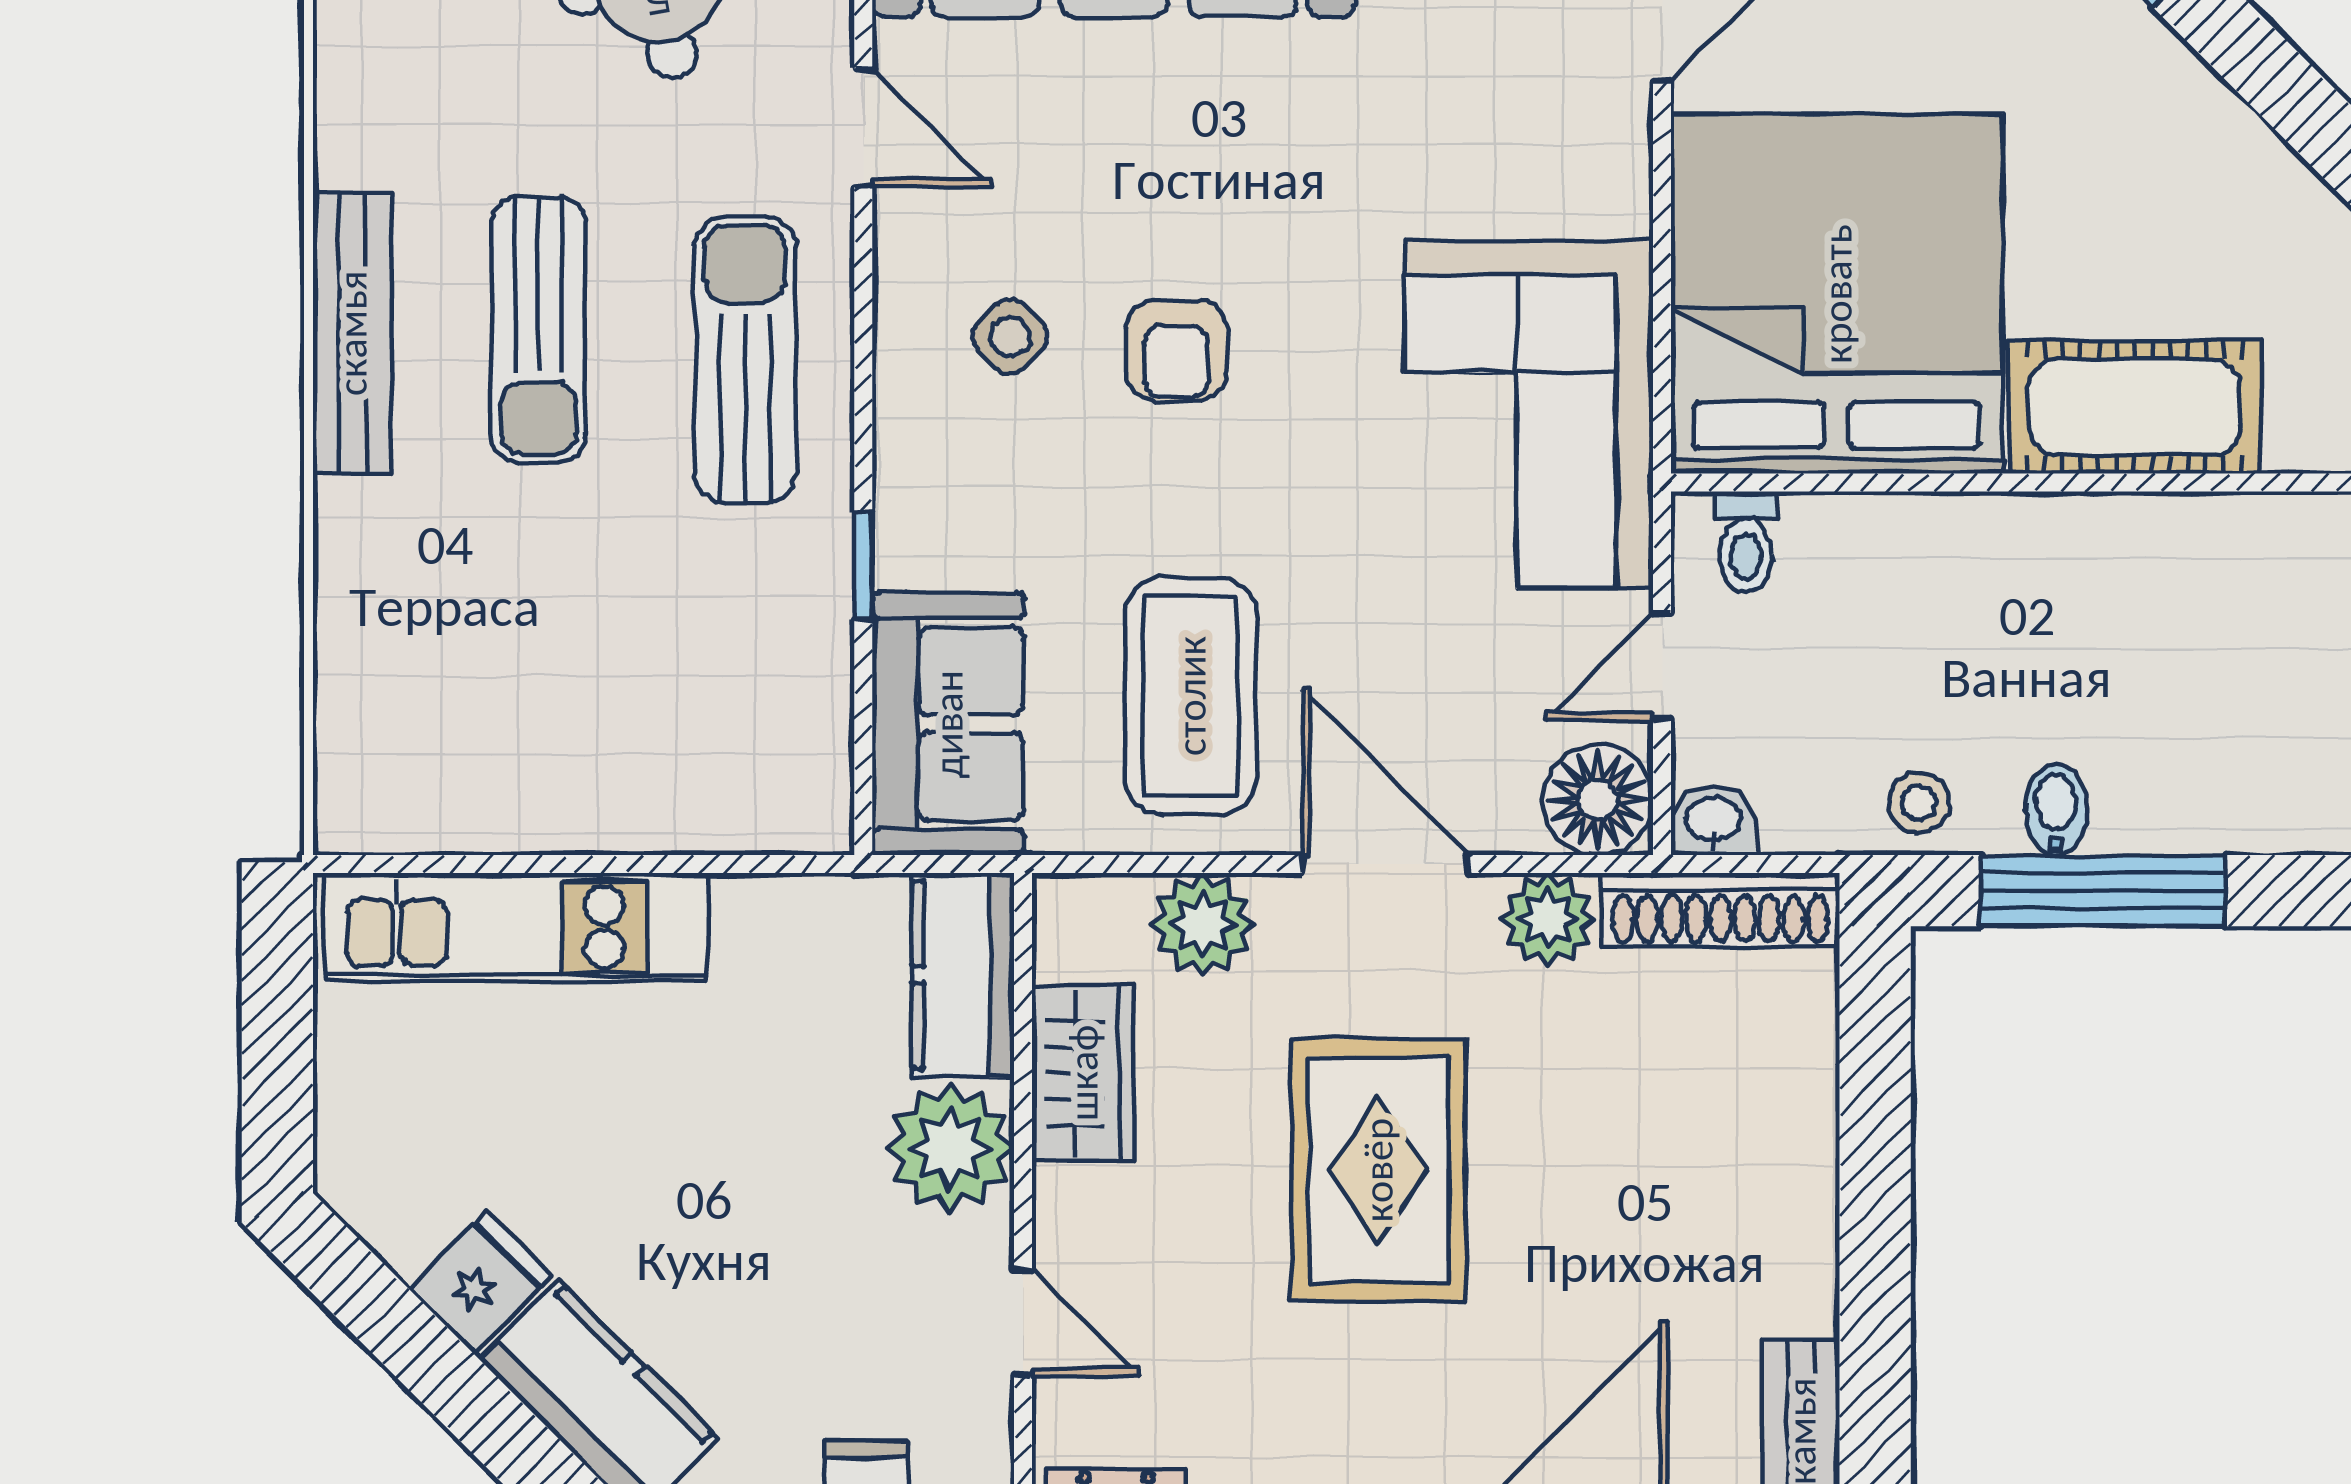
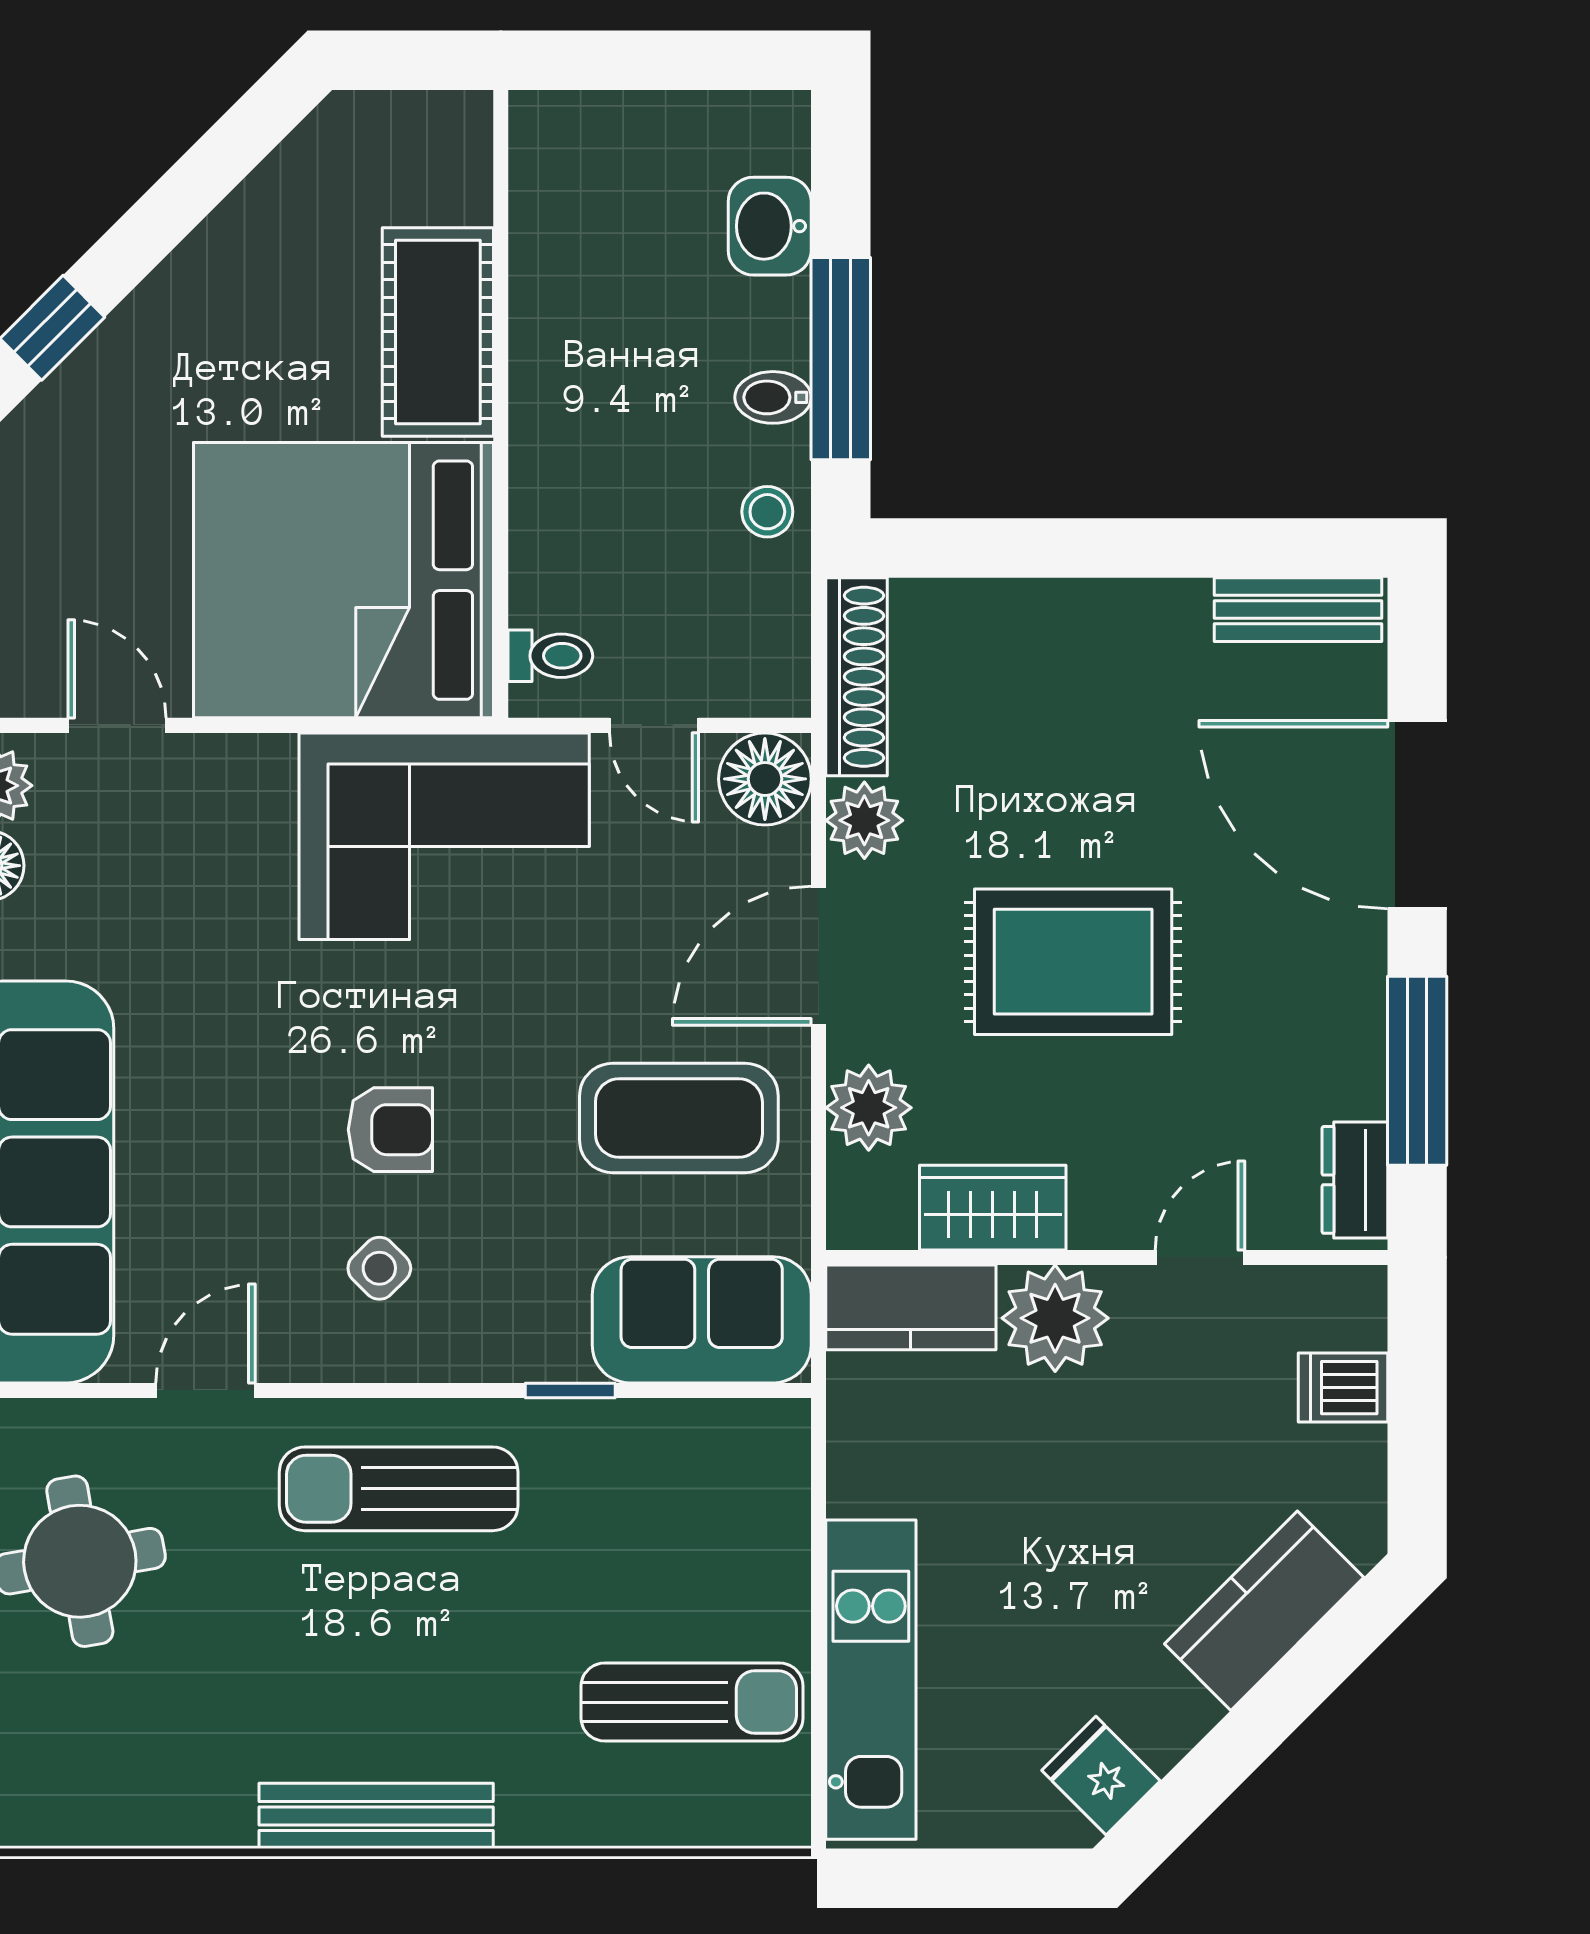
sun lounger: (538, 329) -> (692, 1702), moved
washbasin: (1713, 821) -> (770, 226), moved, width x1.38, depth x1.45
fridge: (480, 1283) -> (1101, 1776), moved

